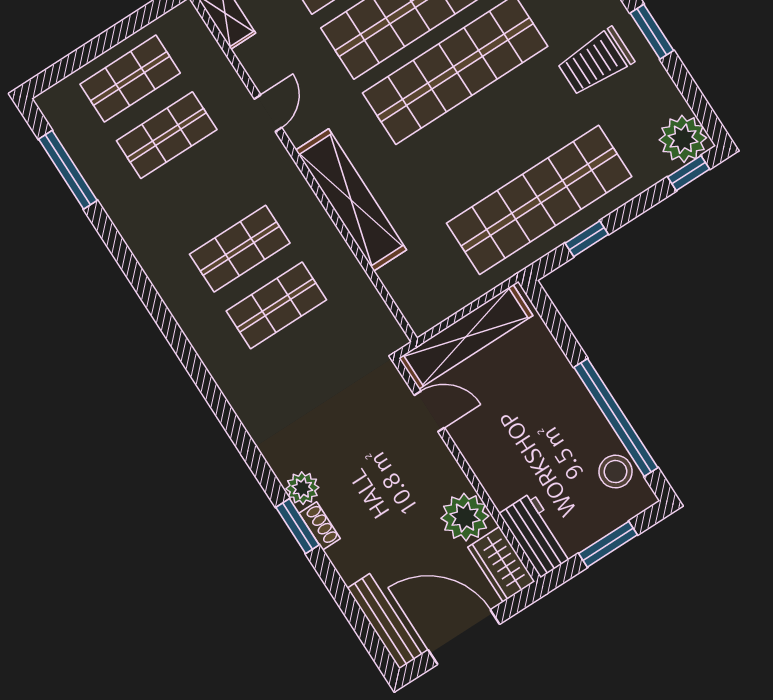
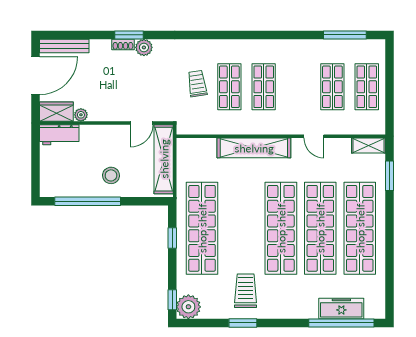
trolley: (305, 362) -> (197, 84), added
stool: (615, 472) -> (111, 175), moved
plant: (465, 517) -> (81, 115), width x0.53, depth x0.53
window: (608, 544) -> (36, 163), removed

